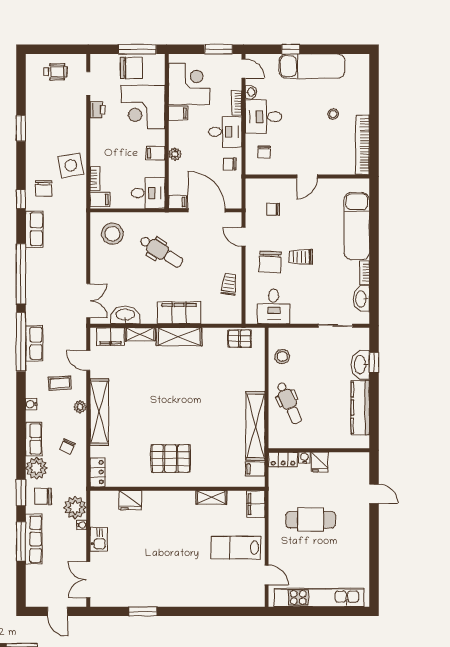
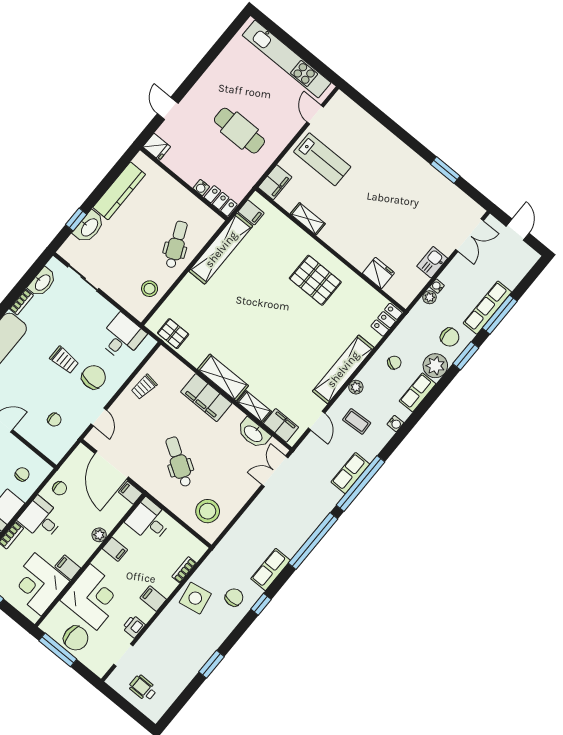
chair: (131, 68) -> (76, 638), turned 180
filing cabinet: (100, 199) -> (153, 599), moved
fridge: (320, 462) -> (157, 147), moved, turned 90
plant: (75, 507) -> (429, 297), width x0.53, depth x0.53

